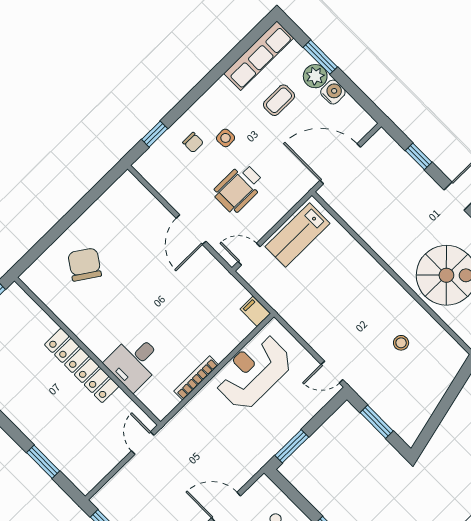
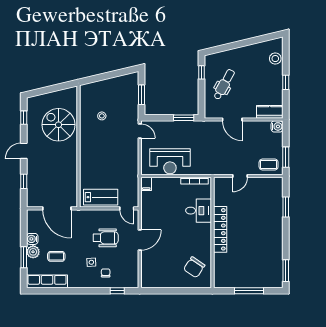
wall: (87, 351) -> (212, 233), moved
desk: (134, 362) -> (198, 211), moved
locker: (82, 365) -> (220, 229), moved
coffee table: (120, 495) -> (269, 165), added

